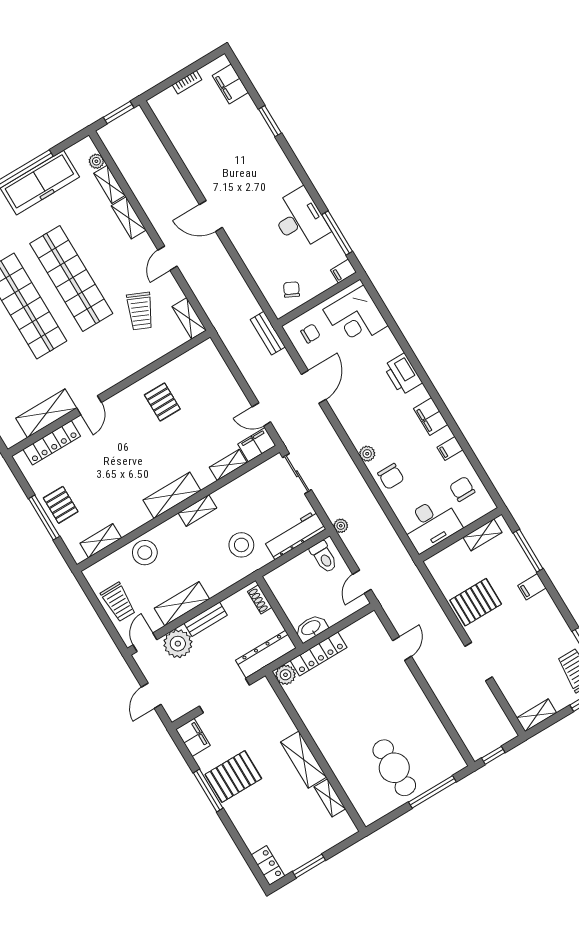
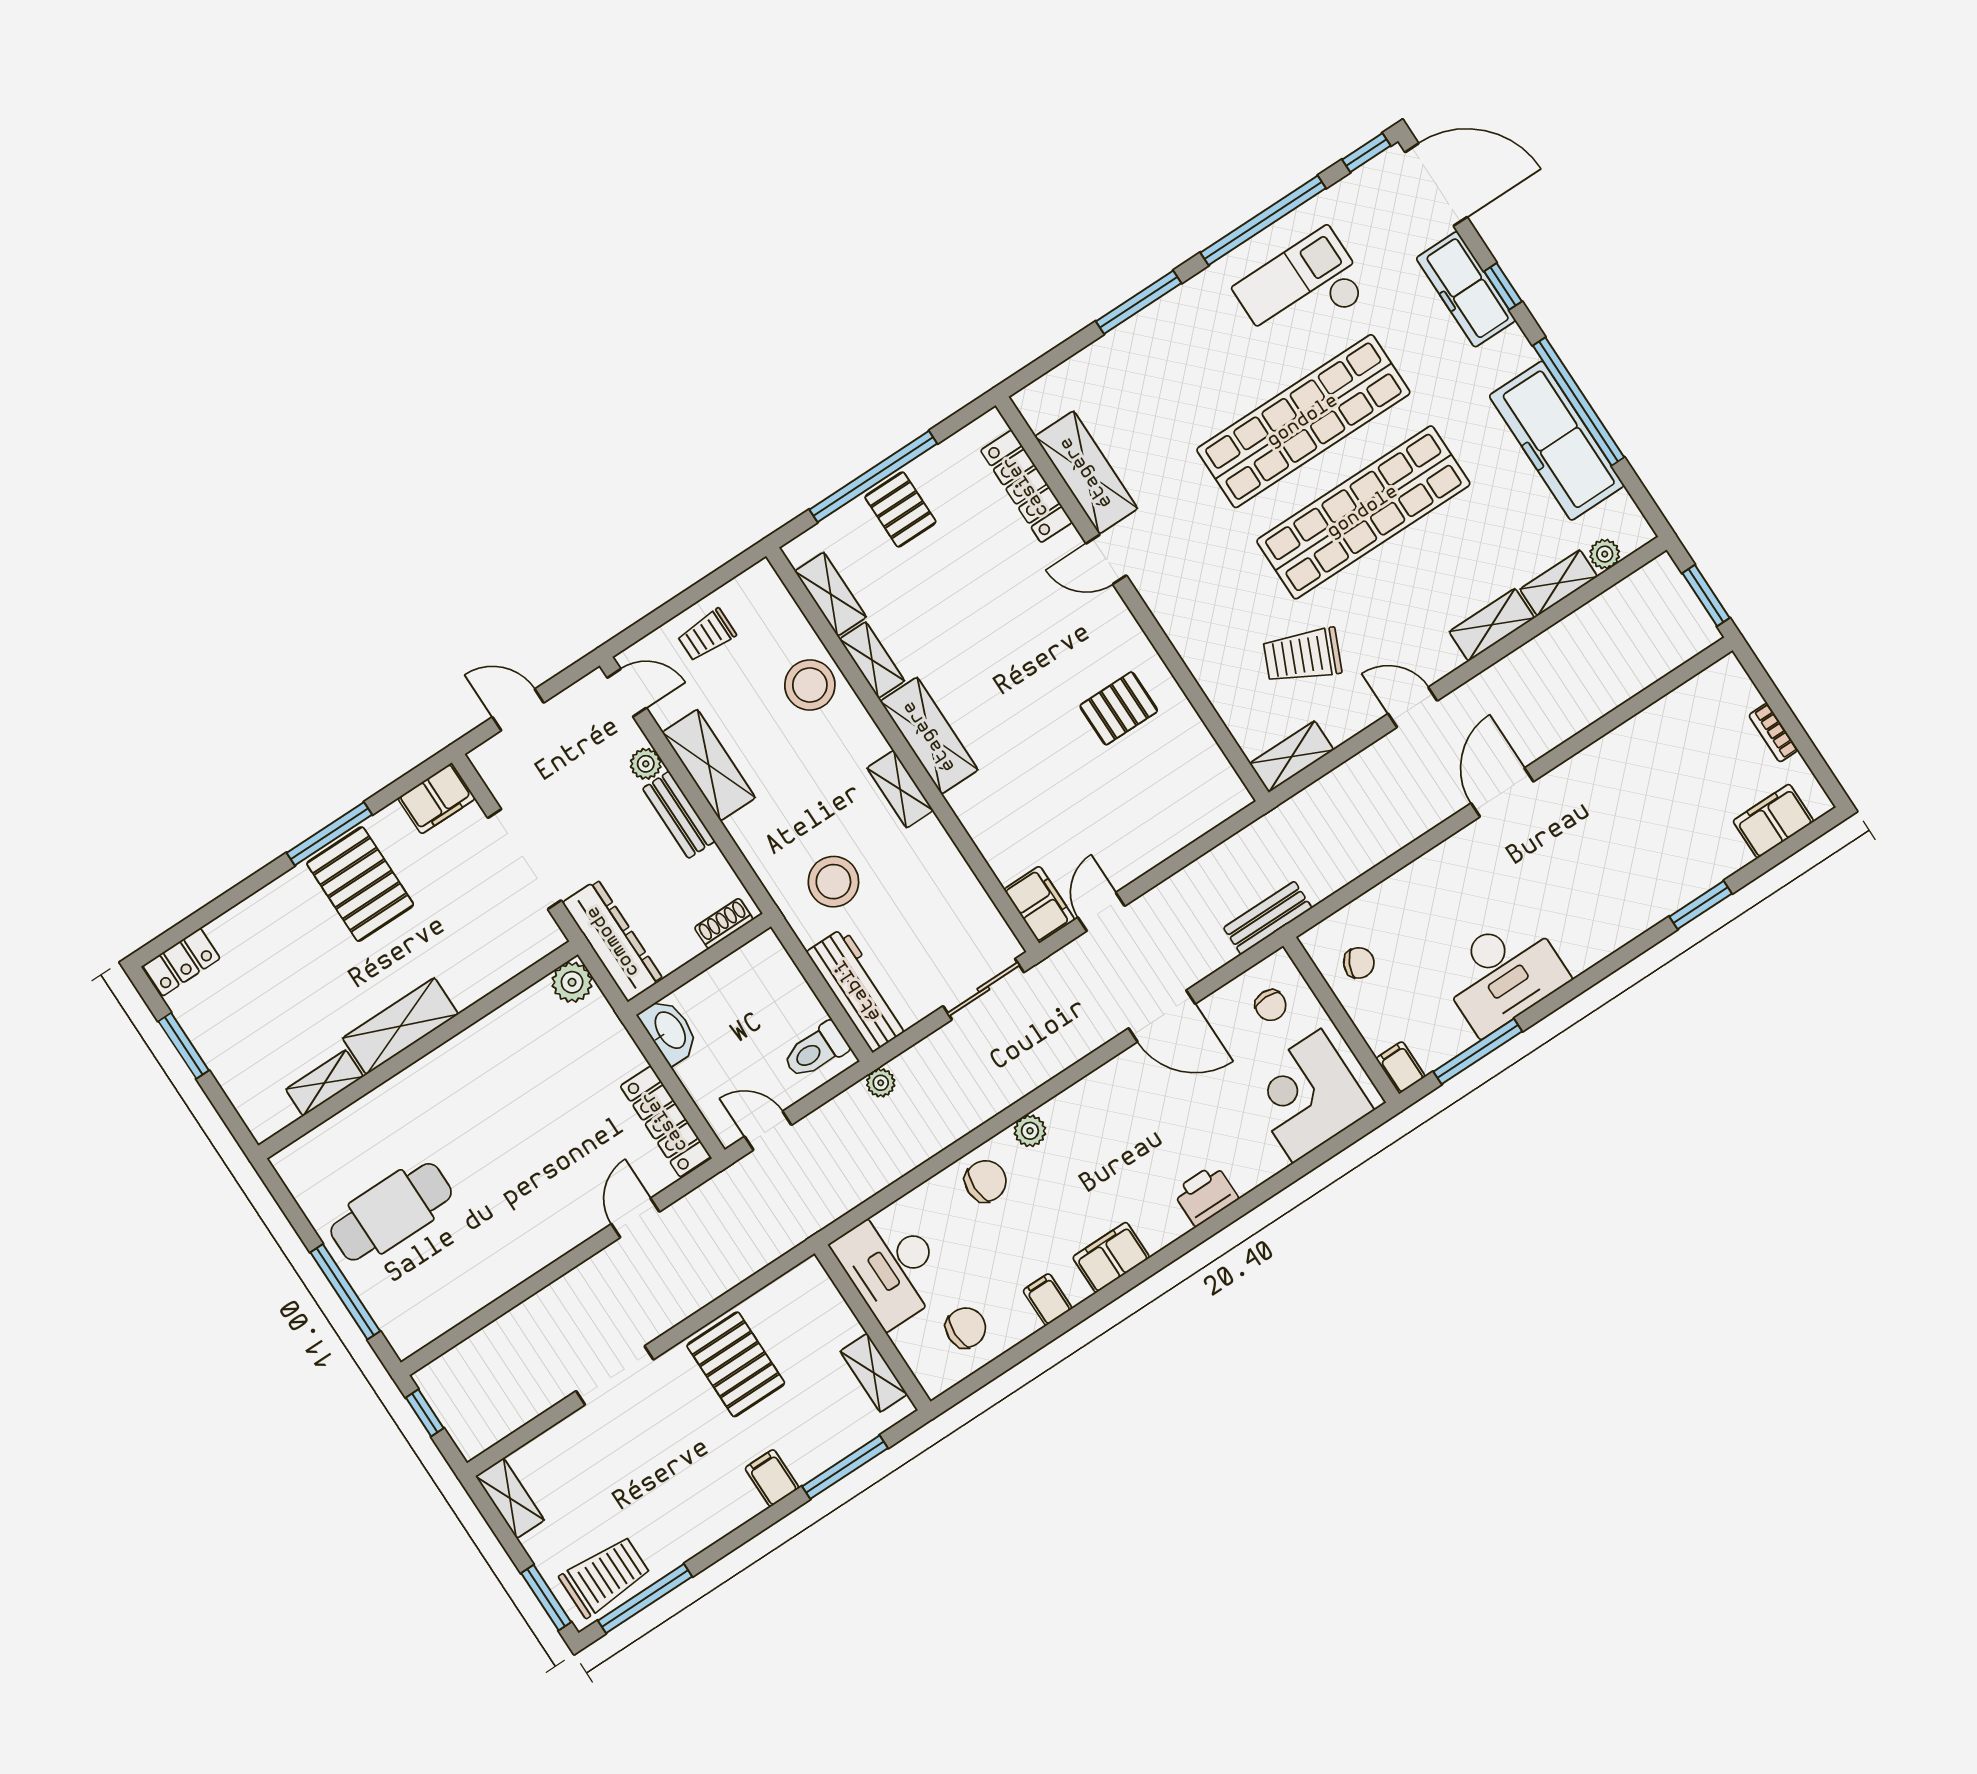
printer: (403, 374) -> (1206, 1195), width x0.73, depth x0.84
shelving: (228, 465) -> (872, 660), moved
chair: (391, 476) -> (986, 1181), turned 180
pallet: (61, 505) -> (900, 509), turned 90
window: (44, 517) -> (873, 477), width x1.46
trolley: (118, 602) -> (707, 635), width x0.73, depth x0.72
plant: (178, 644) -> (646, 764), width x0.53, depth x0.53
door: (402, 648) -> (635, 1218), swing flipped
locker: (319, 654) -> (665, 1121), moved

